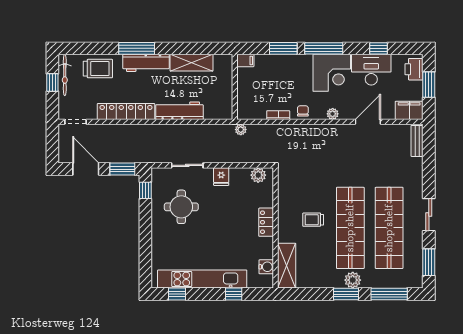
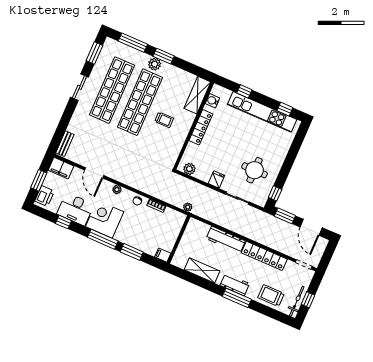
workbench: (146, 63) -> (235, 285), width x0.73
door: (368, 122) -> (94, 173), hinge flipped
locker: (266, 222) -> (201, 127), width x1.53

